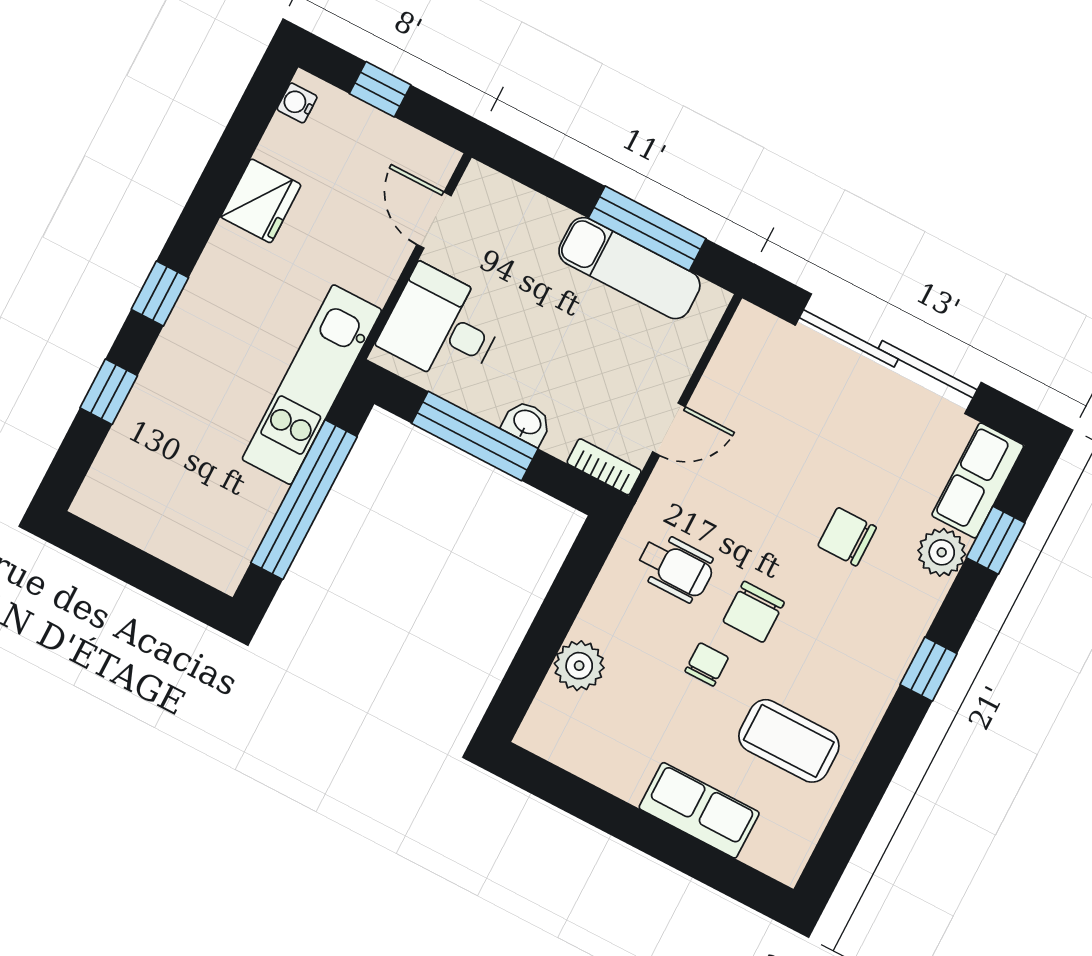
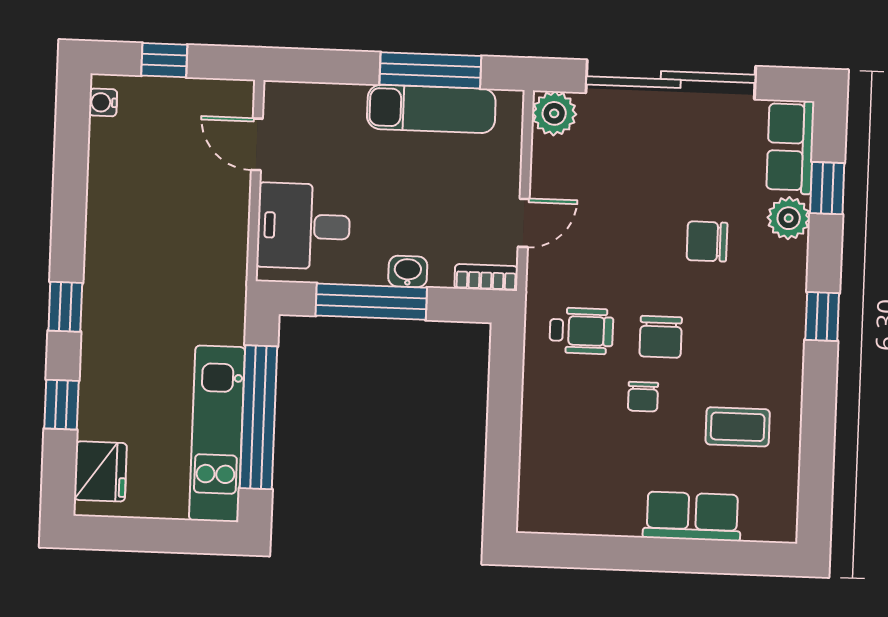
fridge: (261, 201) -> (100, 471), moved
kitchen unit: (312, 385) -> (217, 434), moved
chair: (707, 664) -> (643, 397), turned 180
plant: (579, 666) -> (554, 113), moved
coffee table: (789, 741) -> (738, 427), width x0.73, depth x0.77

